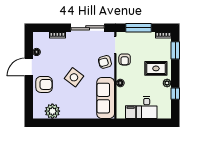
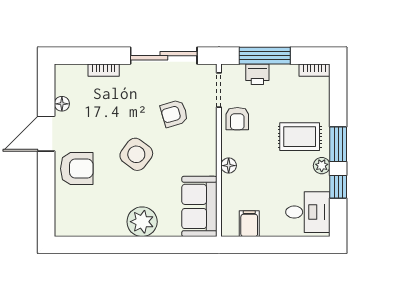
printer: (135, 37) -> (257, 74), added
window: (175, 50) -> (338, 144), moved
armchair: (105, 62) -> (174, 114), moved
sofa: (106, 98) -> (199, 206), width x0.73
desk: (147, 108) -> (308, 212), moved, turned -90
plant: (52, 111) -> (142, 222), moved

